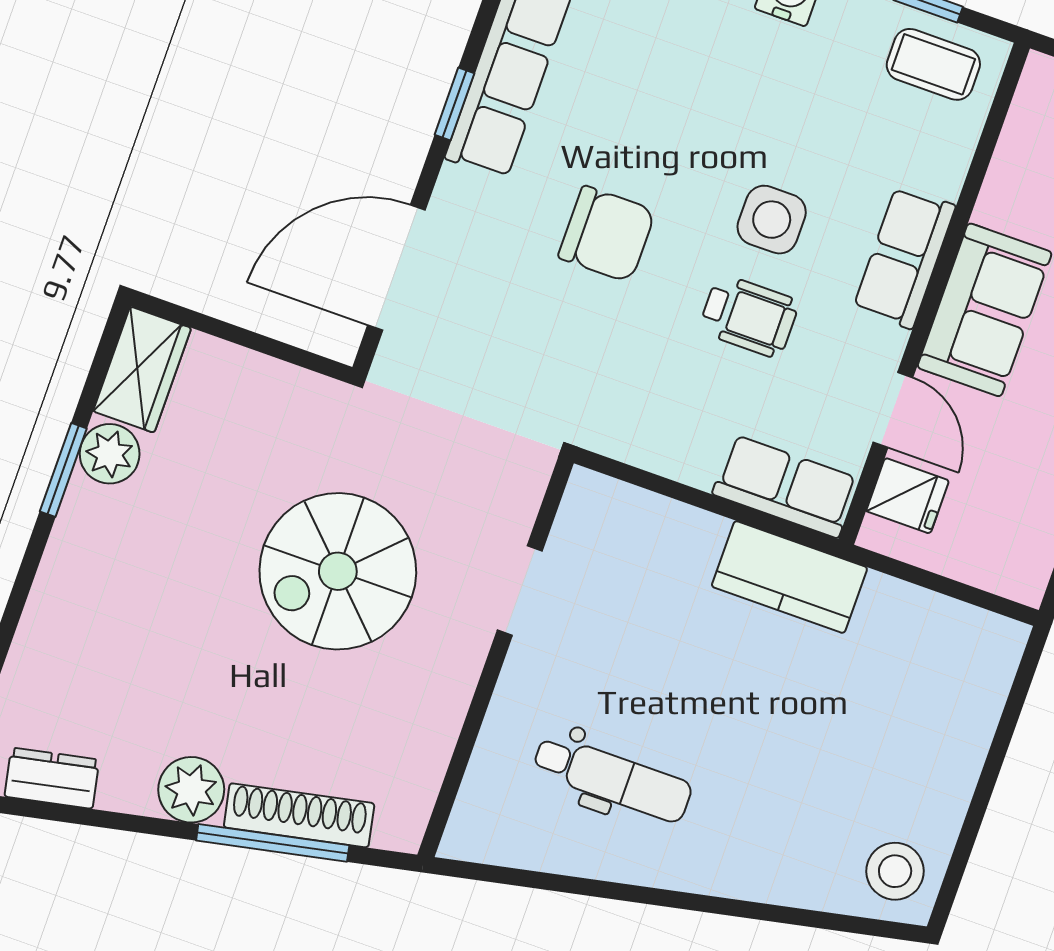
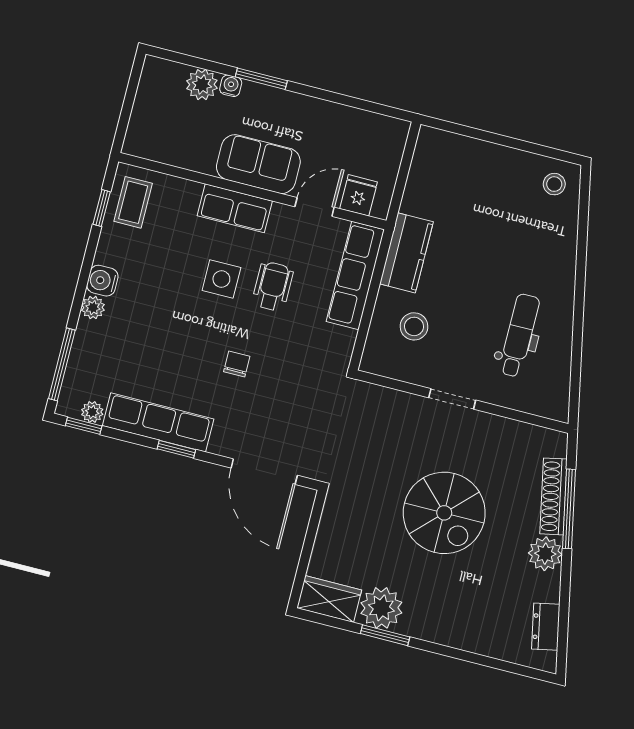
chair: (607, 234) -> (237, 364), width x0.54, depth x0.54
plant: (110, 454) -> (381, 608), width x1.36, depth x1.36
row of seats: (786, 486) -> (355, 275), width x1.48
spiral stairs: (338, 571) -> (444, 513), moved
stool: (648, 579) -> (414, 326), added
doorway: (520, 591) -> (452, 399), moved
stool: (895, 871) -> (554, 184), width x0.73, depth x0.73

